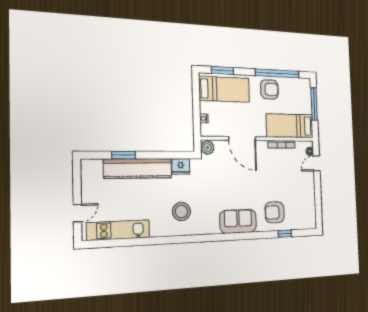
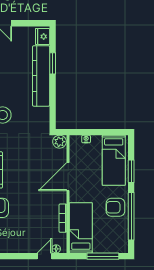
window: (222, 70) -> (131, 171), moved
armchair: (269, 89) -> (115, 207), turned 90
door: (317, 163) -> (44, 256), hinge flipped
fridge: (181, 166) -> (43, 36), moved

